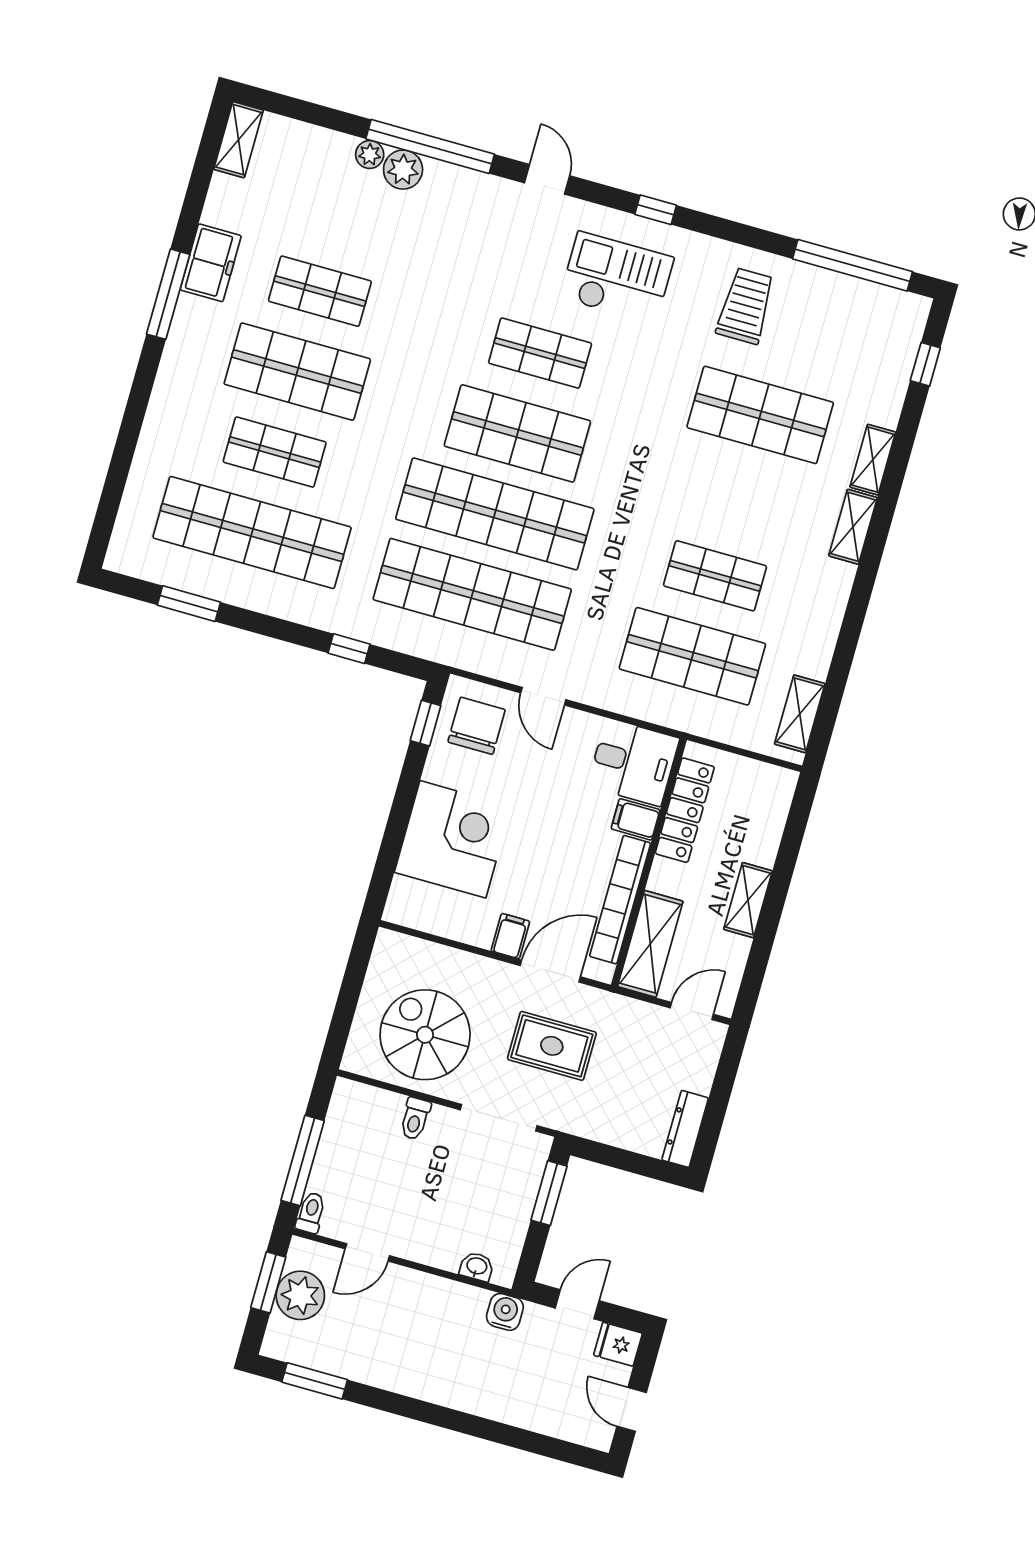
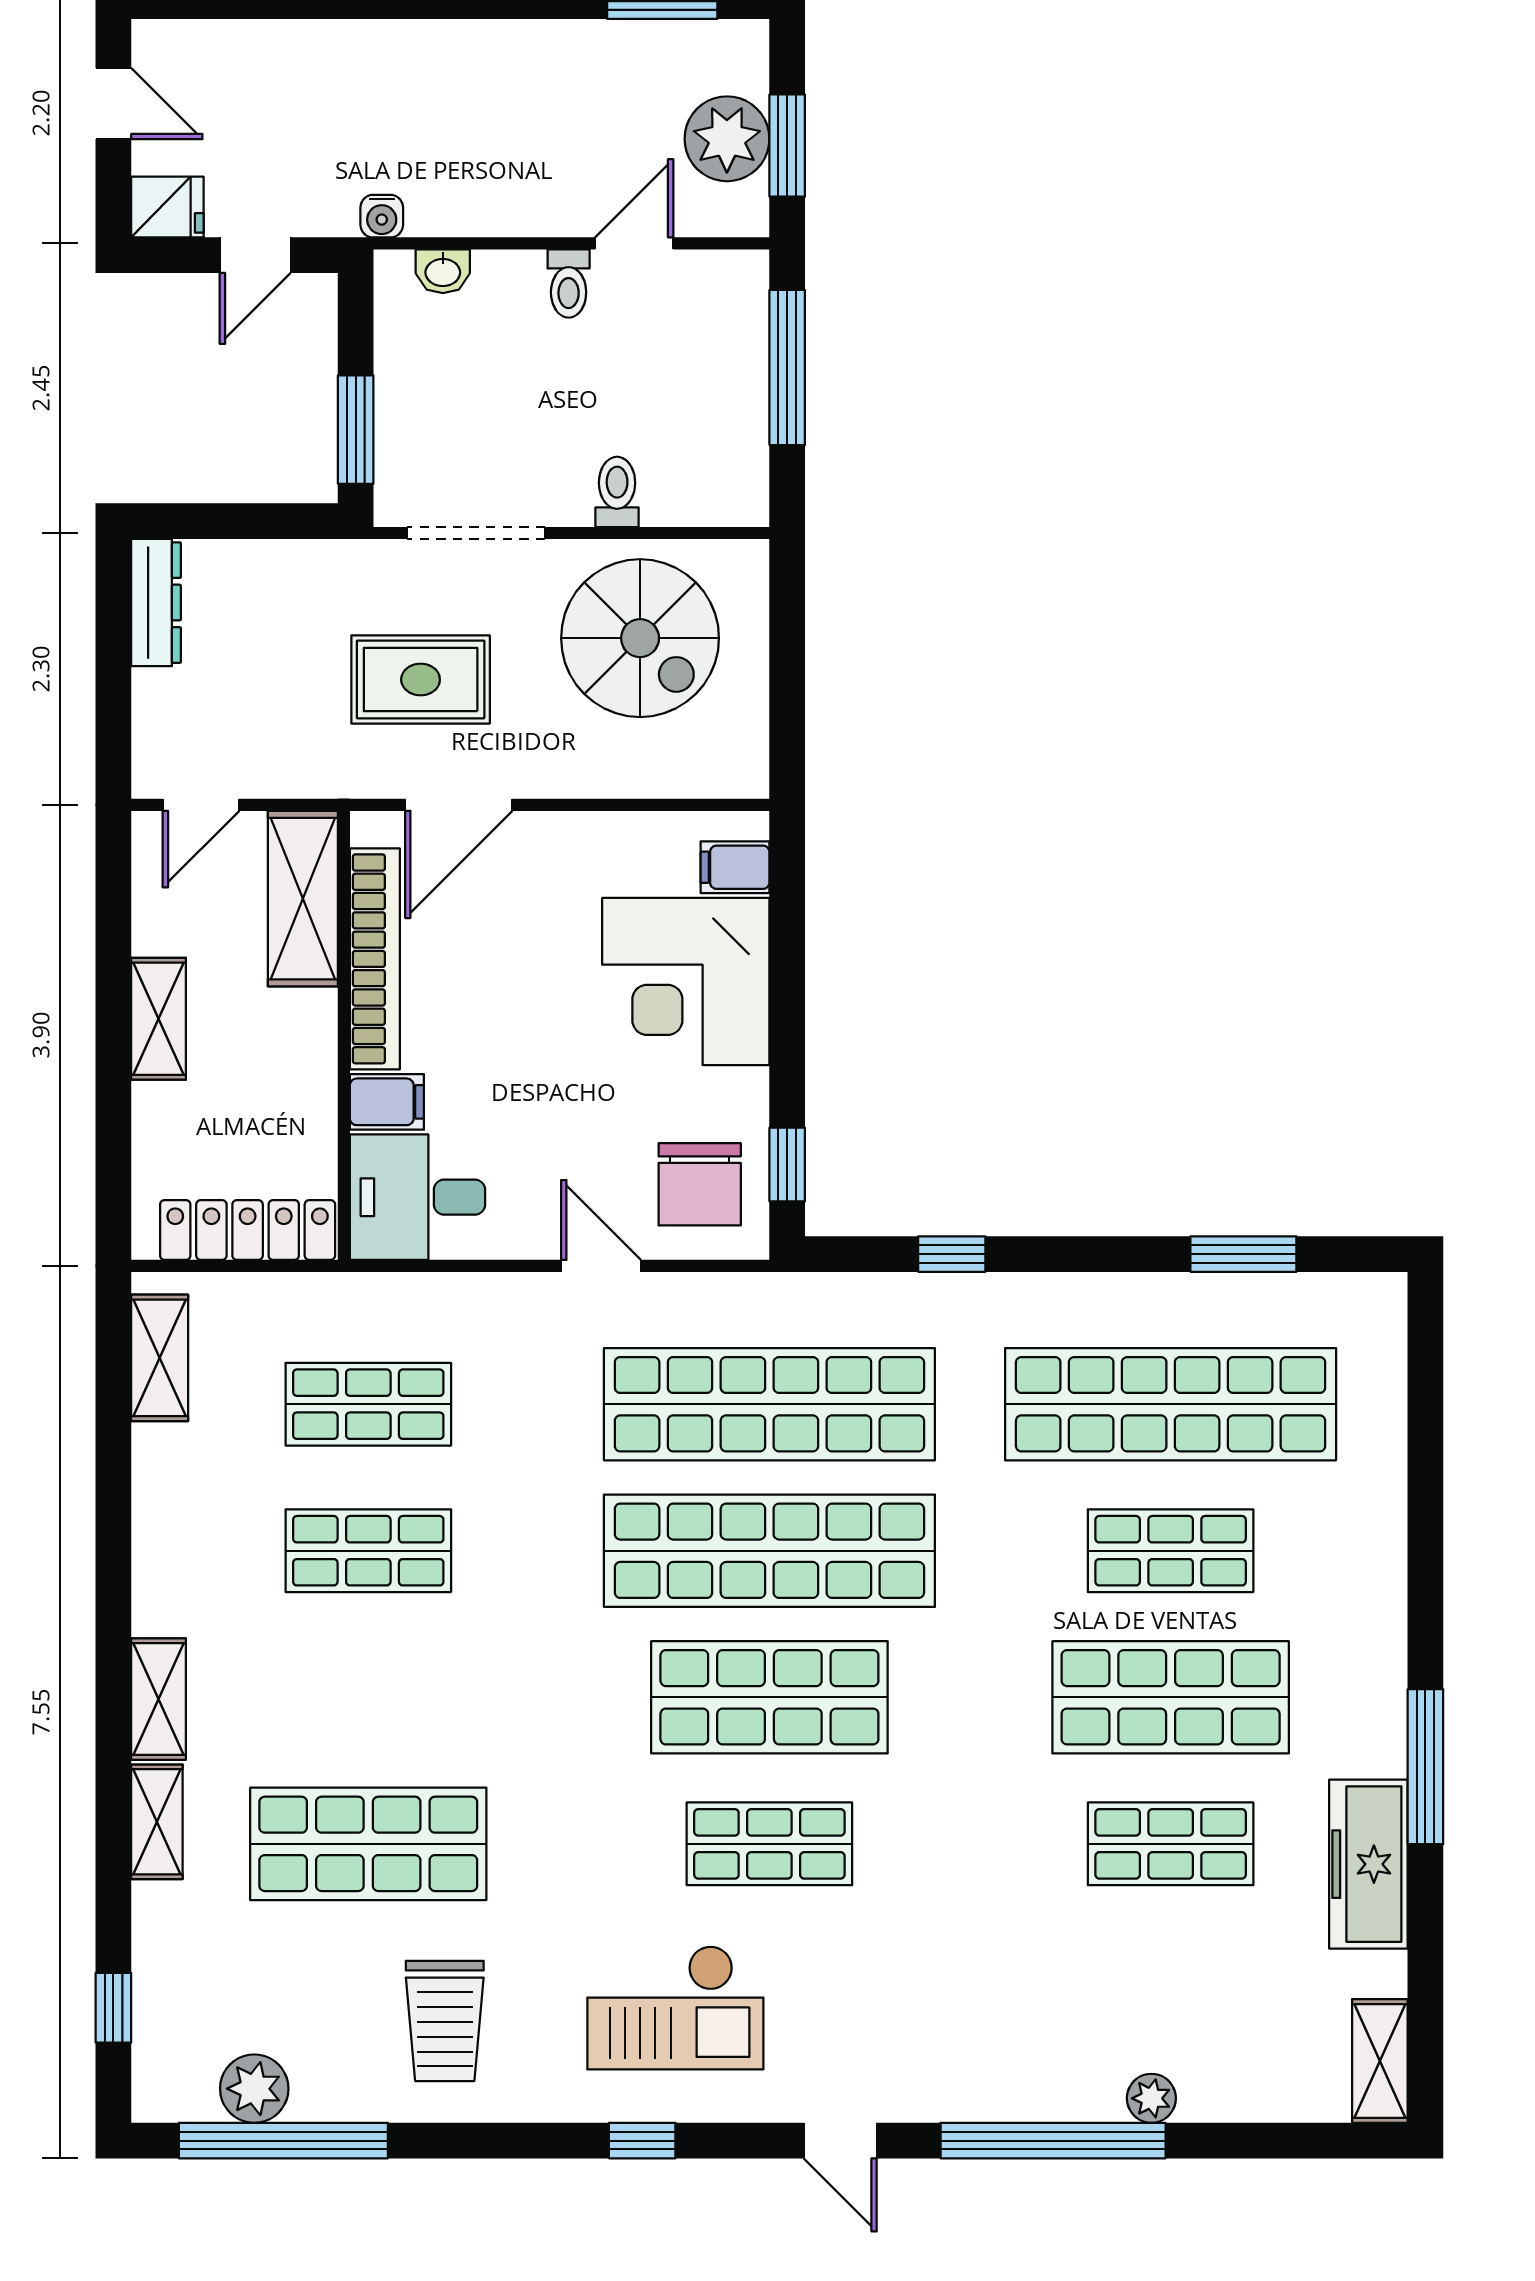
plant: (403, 170) -> (254, 2089), moved
freezer: (211, 263) -> (1368, 1864), width x1.40
shop shelf: (692, 656) -> (368, 1404), width x0.70, depth x0.74
locker: (685, 810) -> (248, 1230), moved, turned 90
filing cabinet: (510, 936) -> (735, 867), moved, turned 90
toilet: (311, 1213) -> (569, 283), moved
water cooler: (505, 1312) -> (382, 216), width x0.72, depth x0.72

